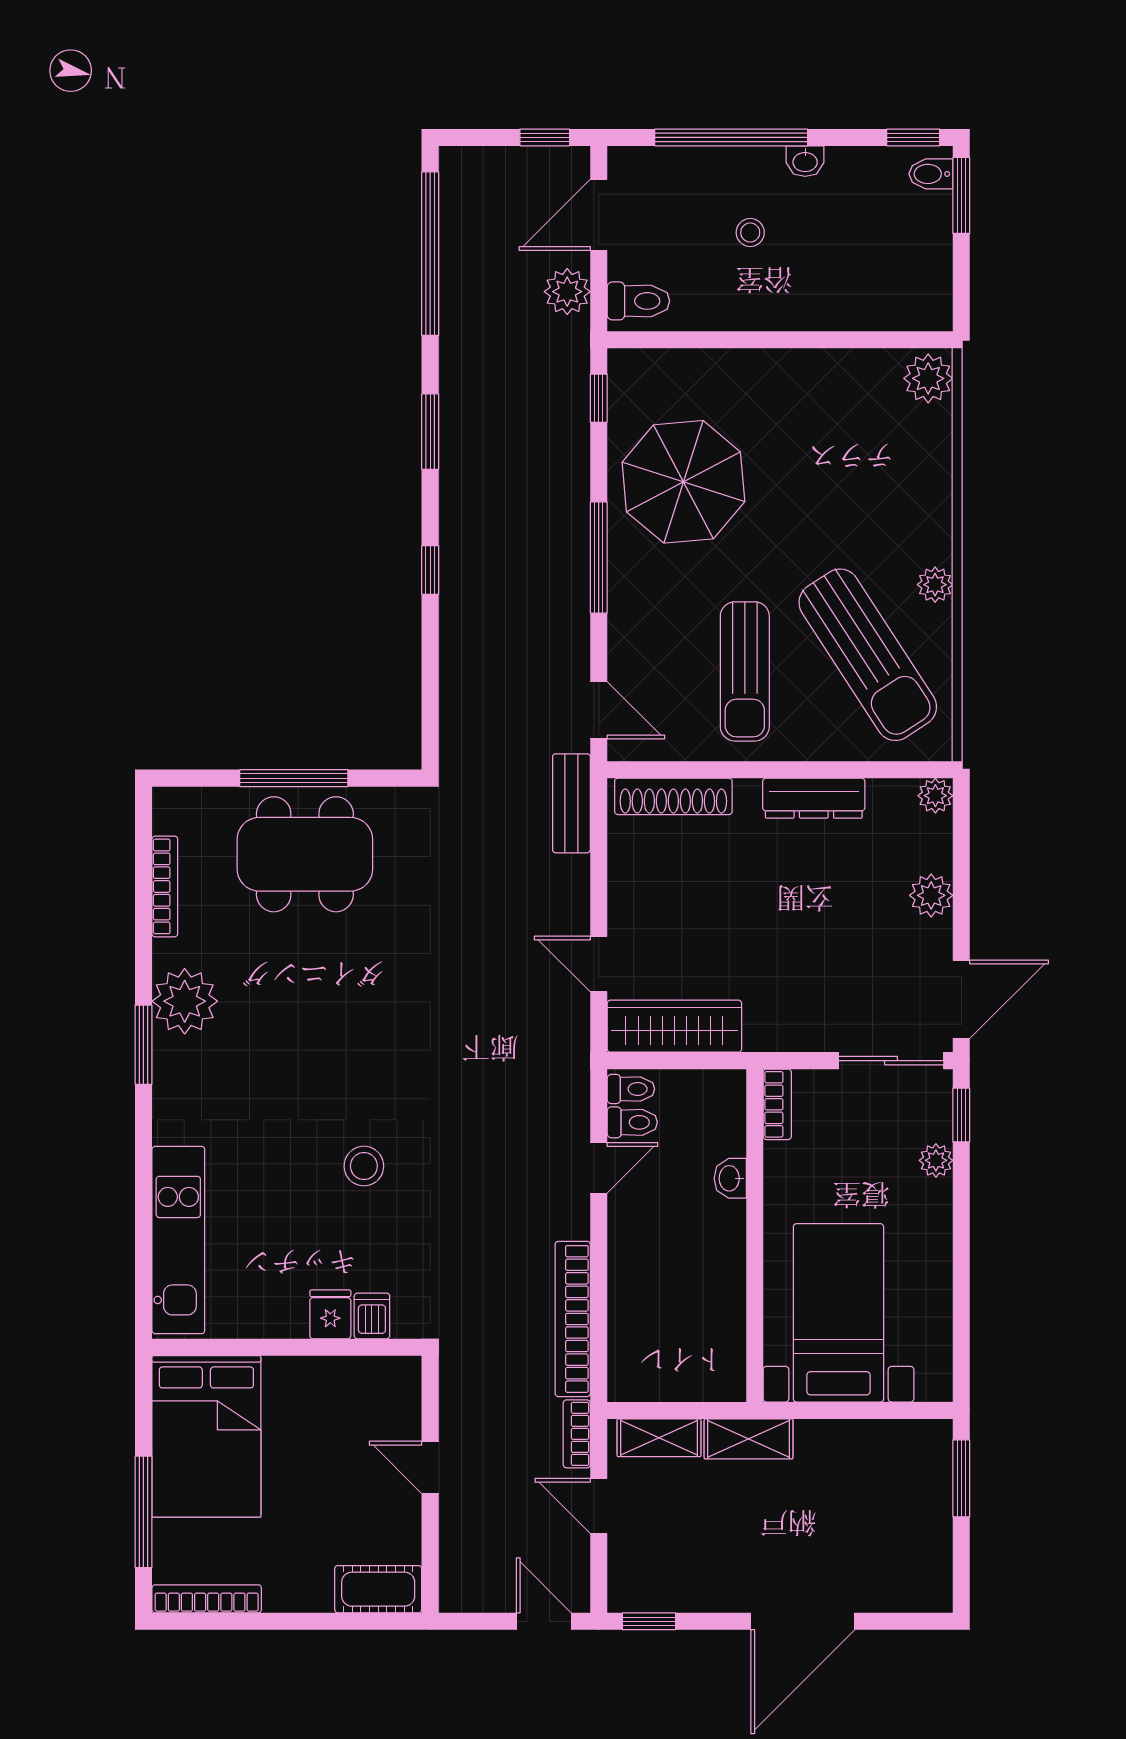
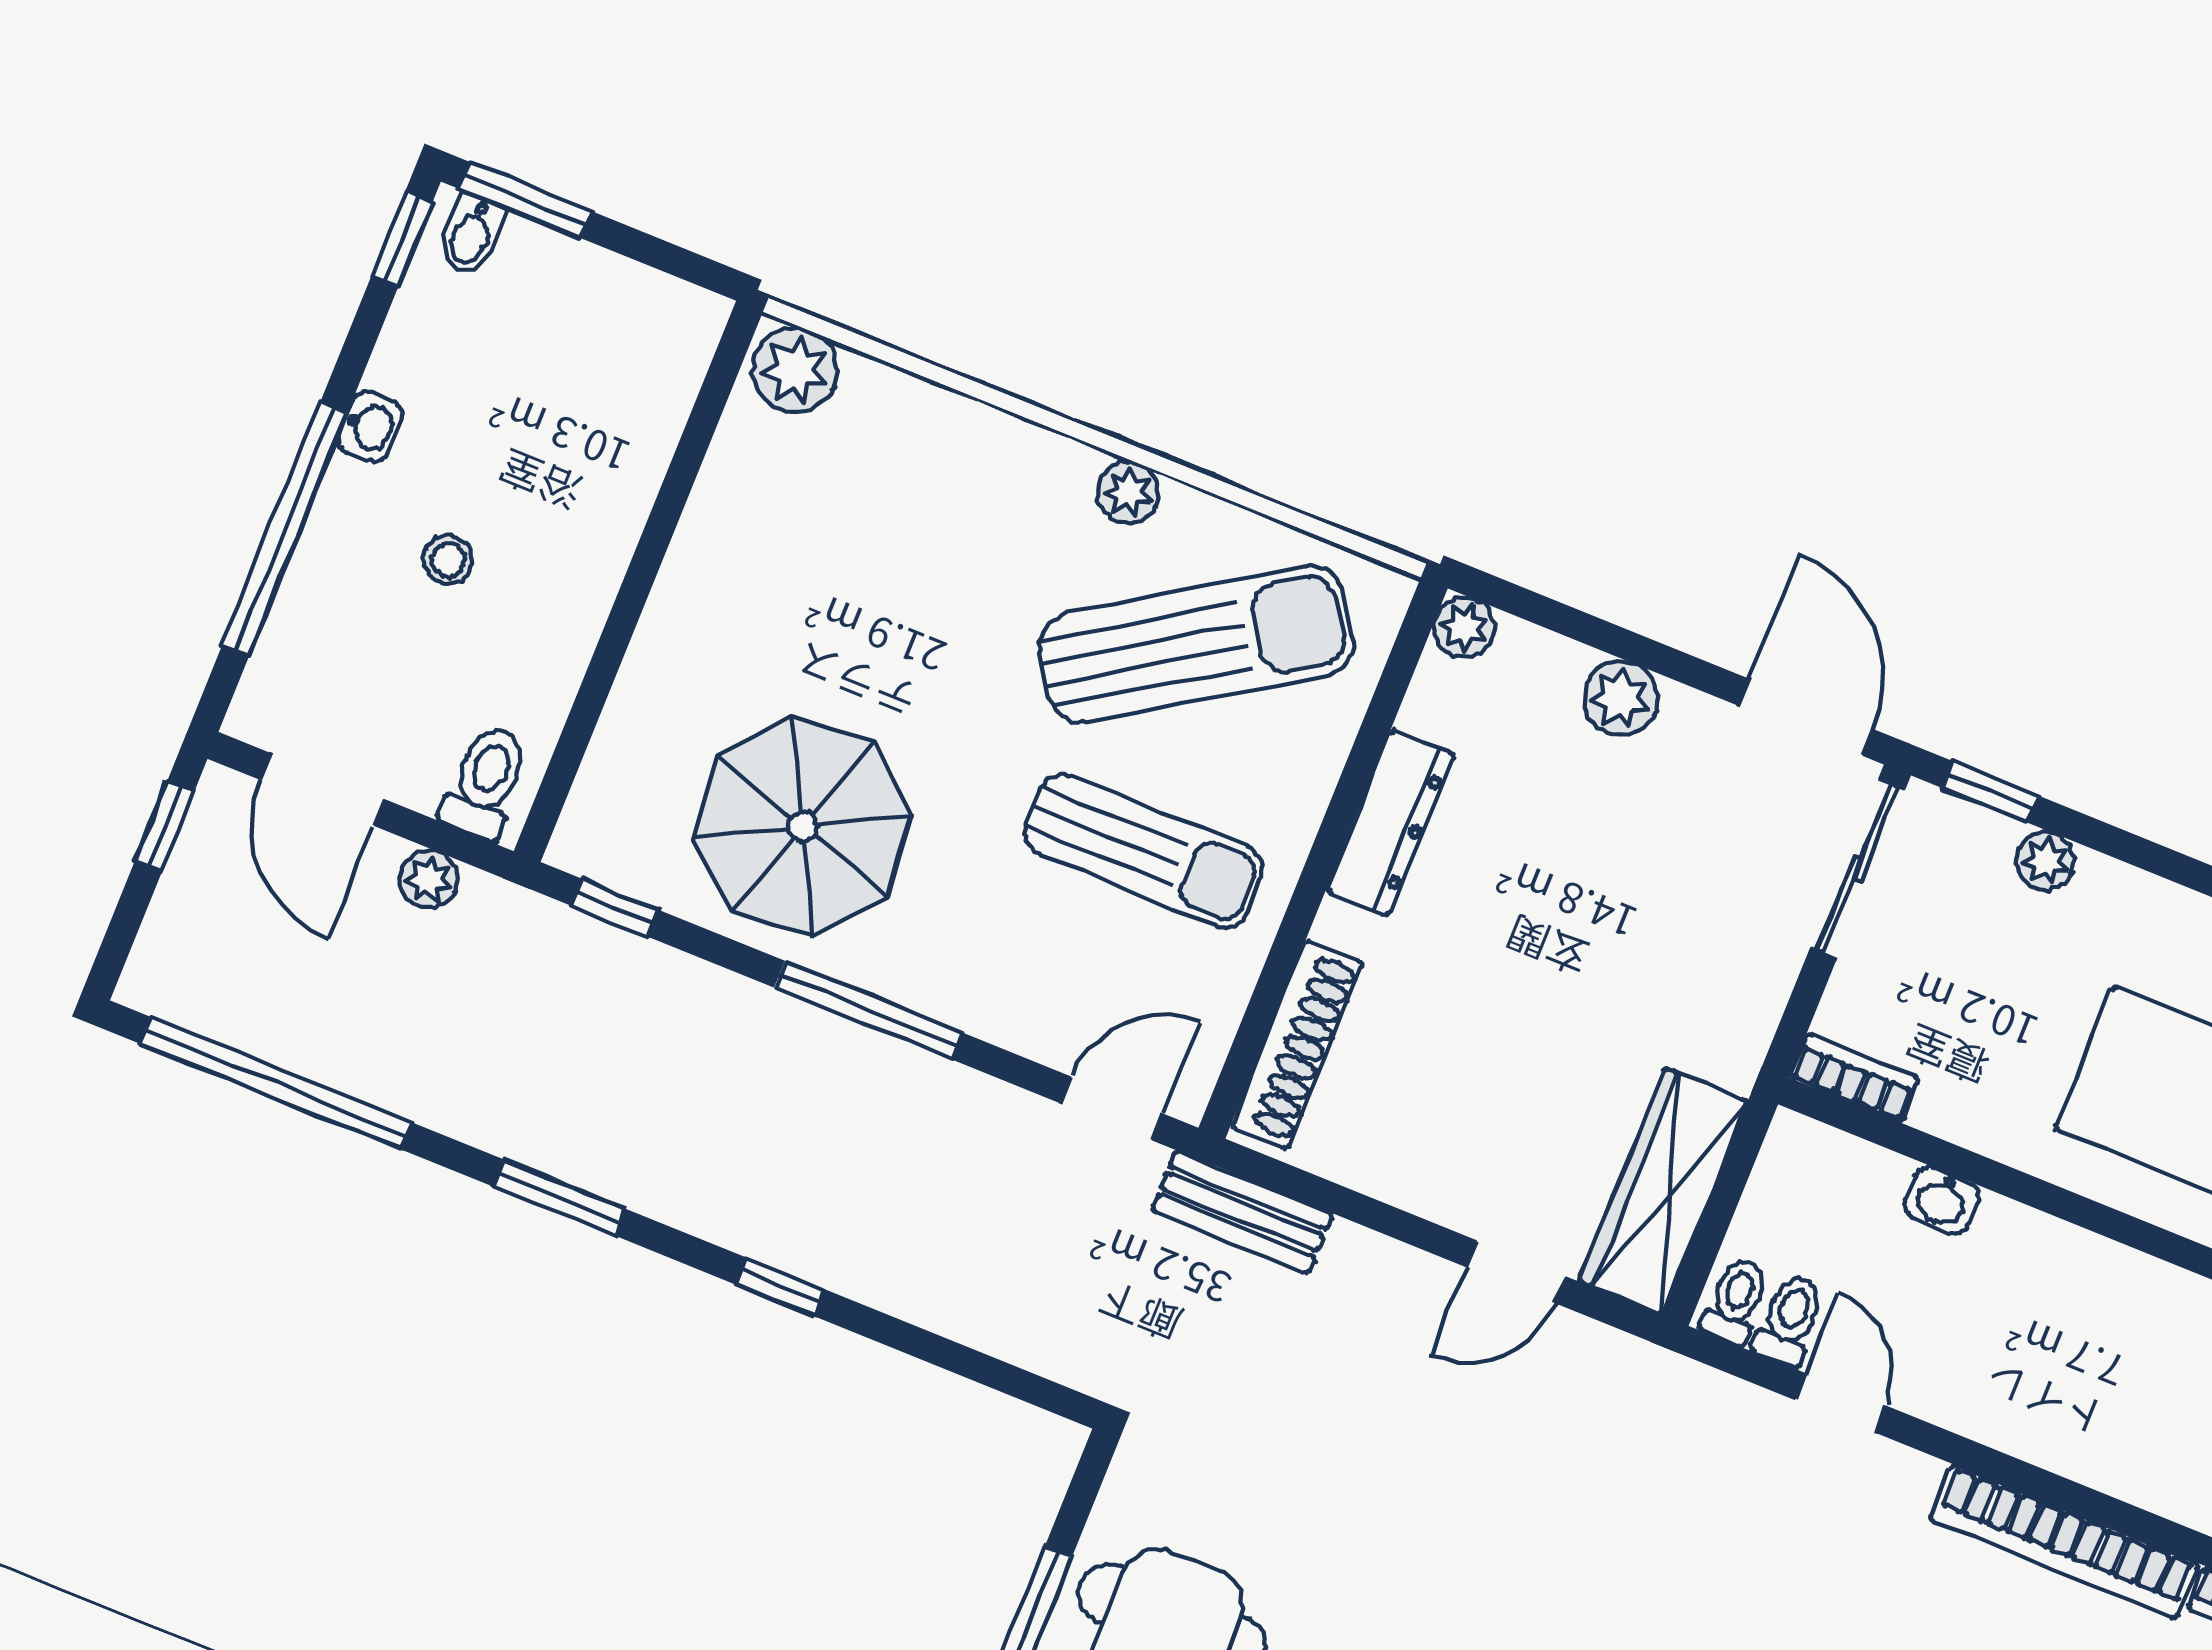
plant: (567, 292) -> (429, 879), width x0.73, depth x0.73

